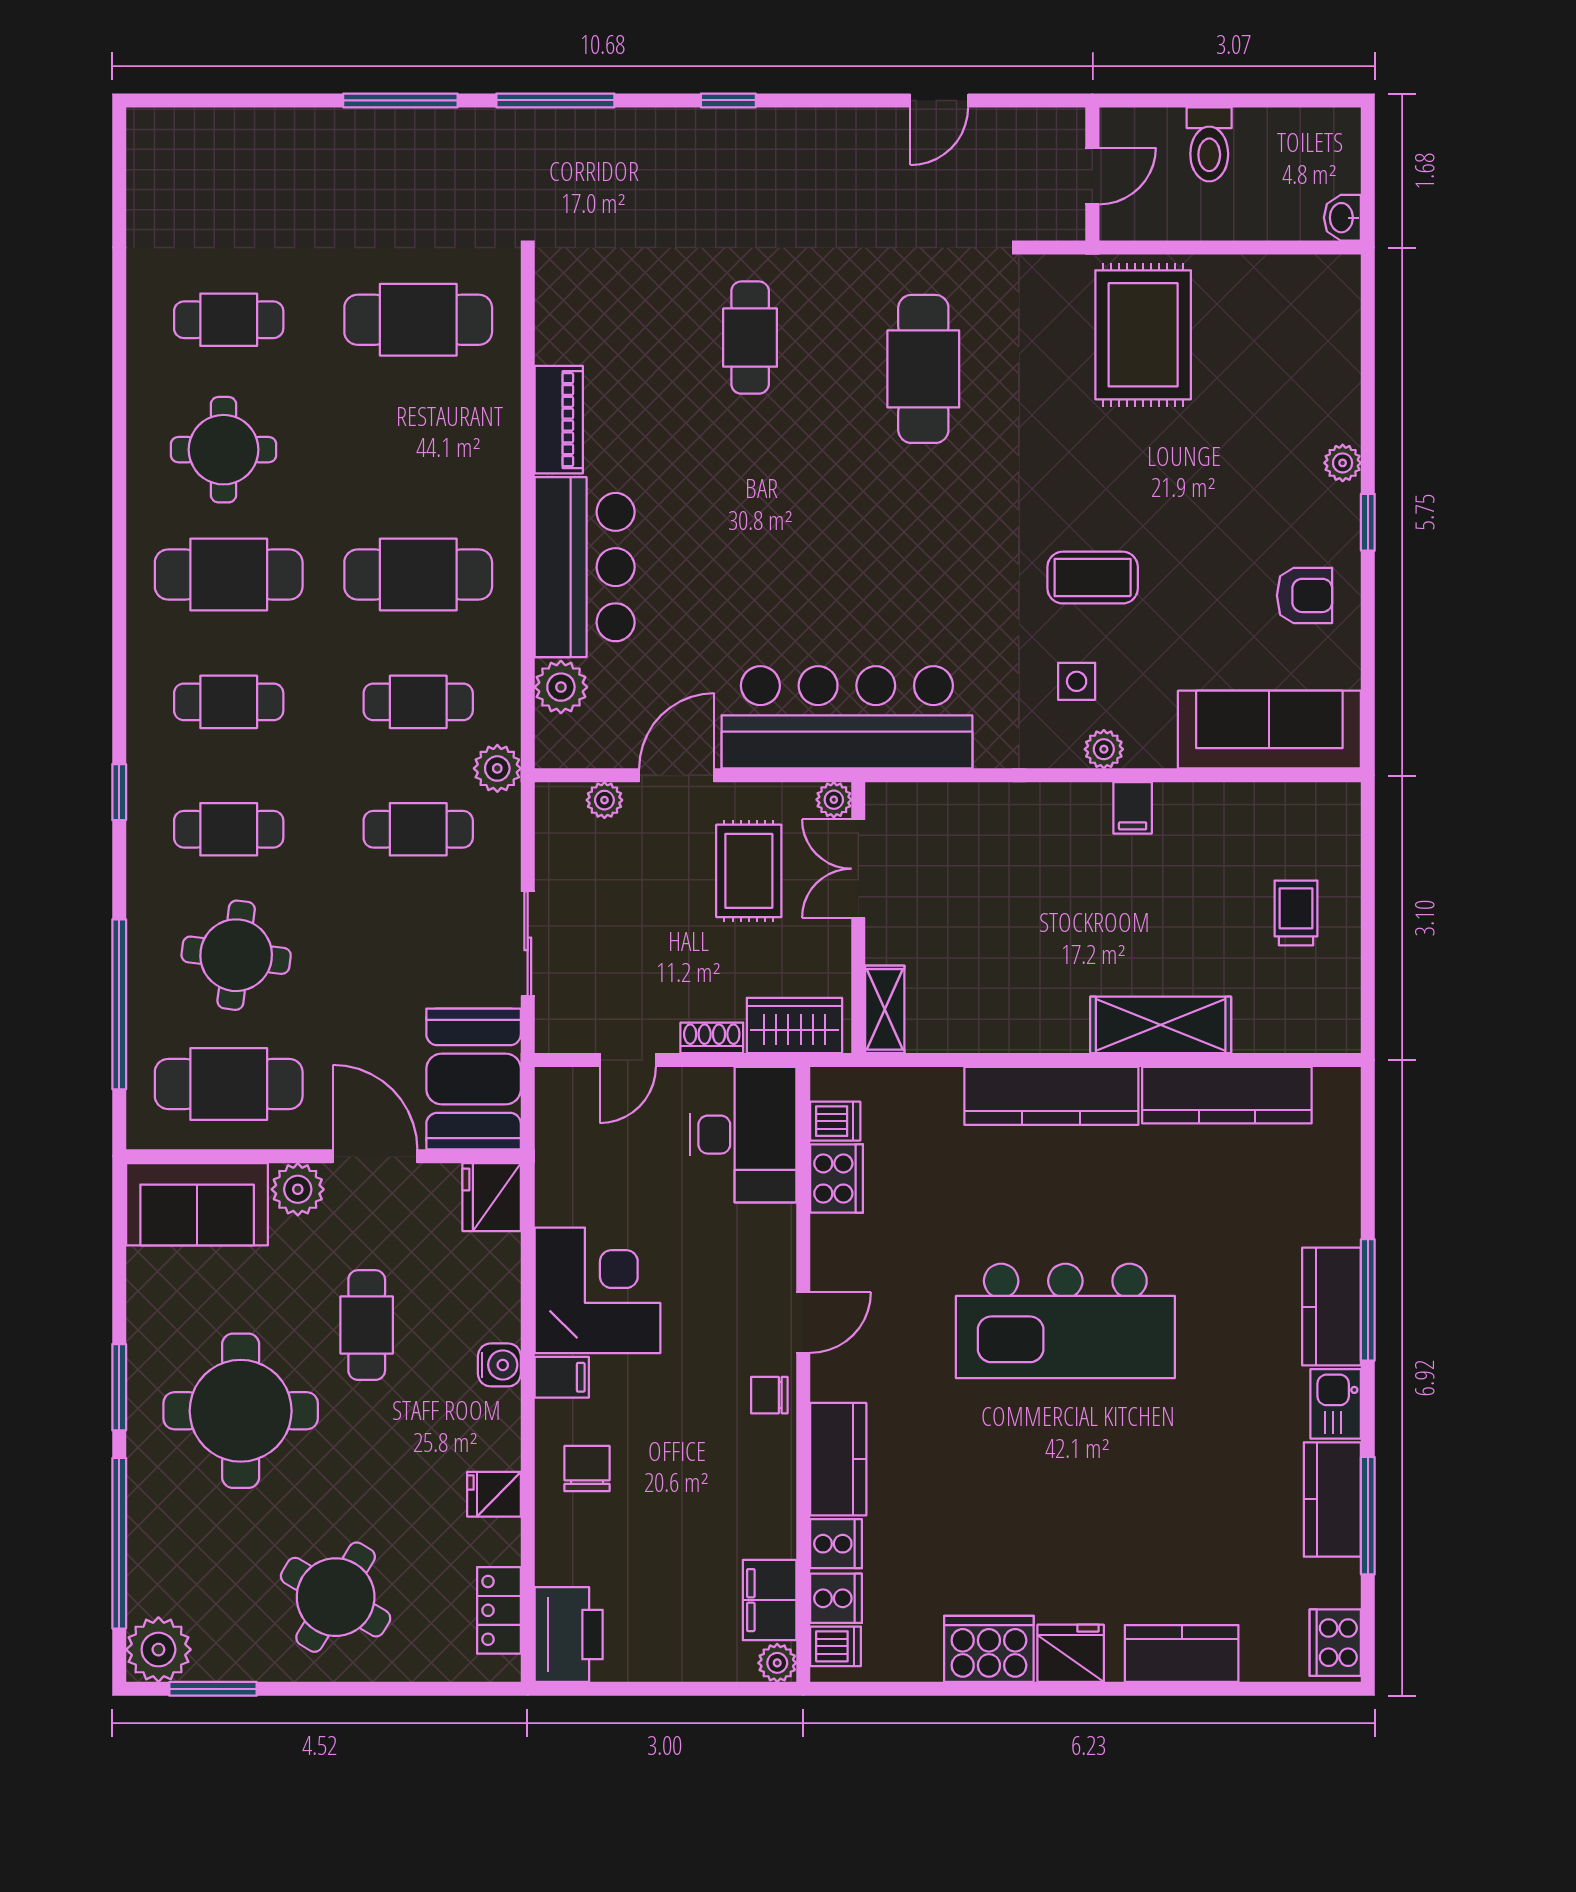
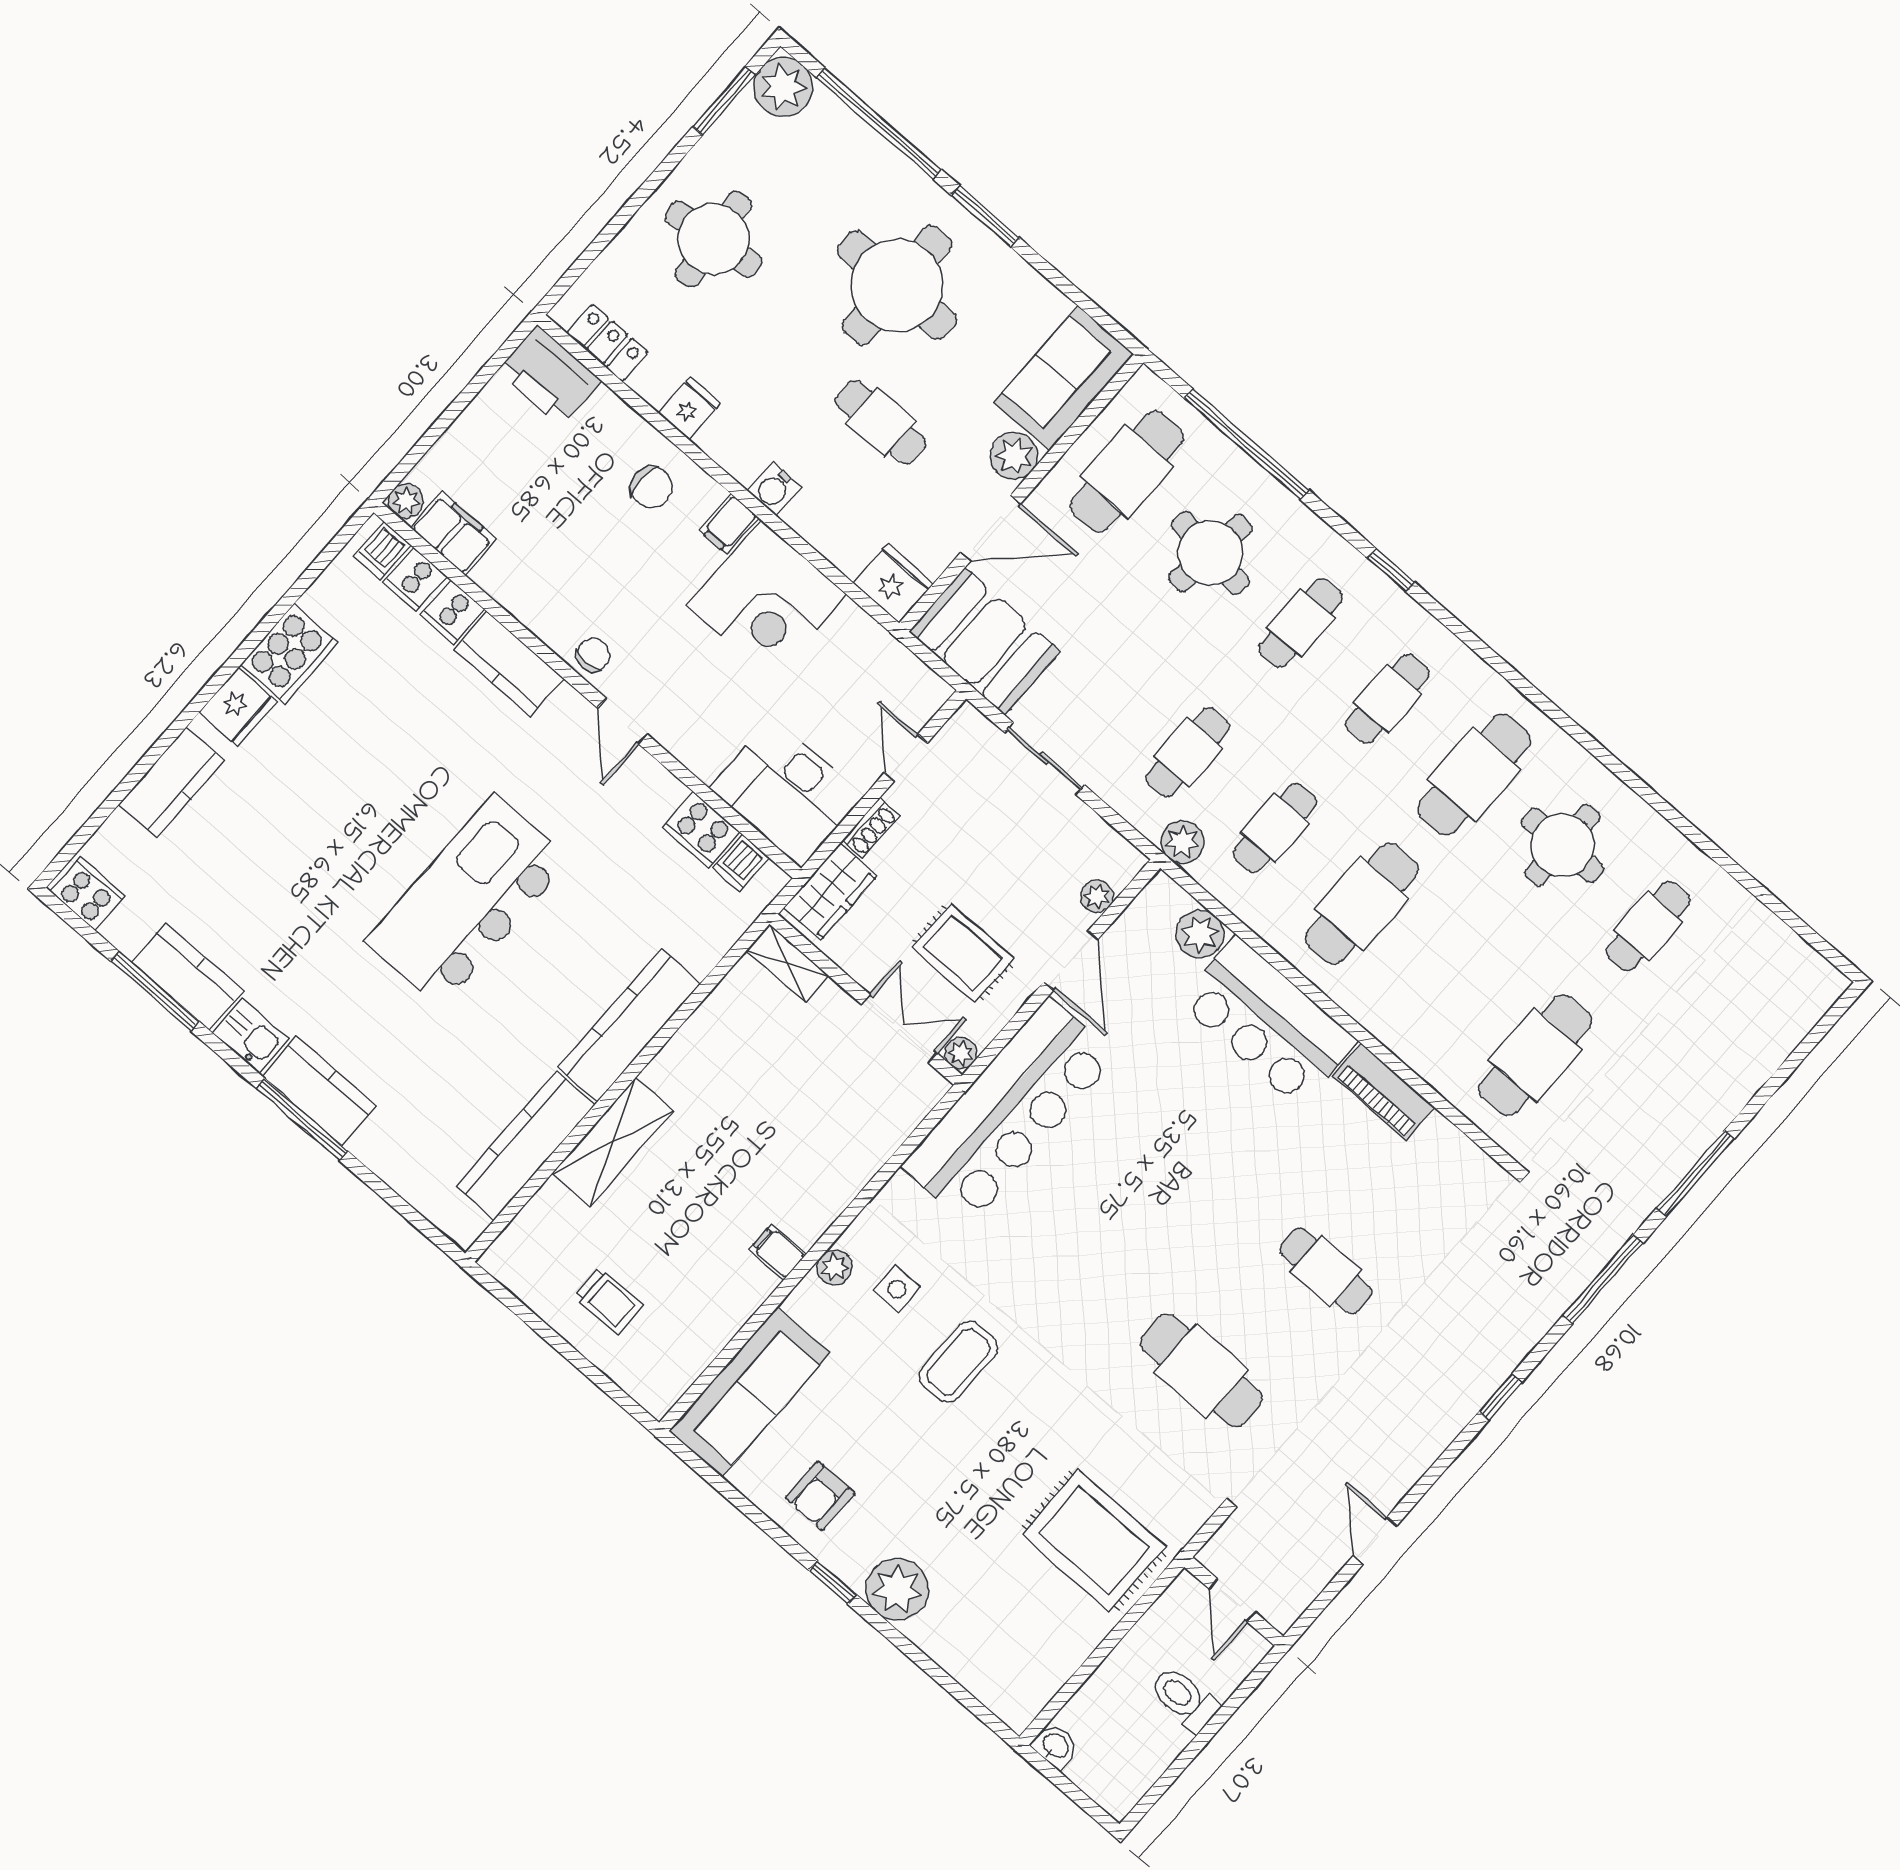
plant: (1343, 463) -> (897, 1589), width x1.88, depth x1.88
round table: (336, 1597) -> (713, 239), turned -37

